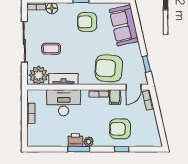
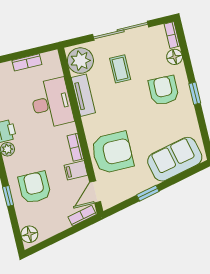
armchair: (87, 22) -> (164, 90), moved
window: (146, 64) -> (148, 193), moved
armchair: (109, 68) -> (112, 153), turned 86
door: (134, 87) -> (95, 192), hinge flipped
floor lamp: (152, 141) -> (29, 234), added

